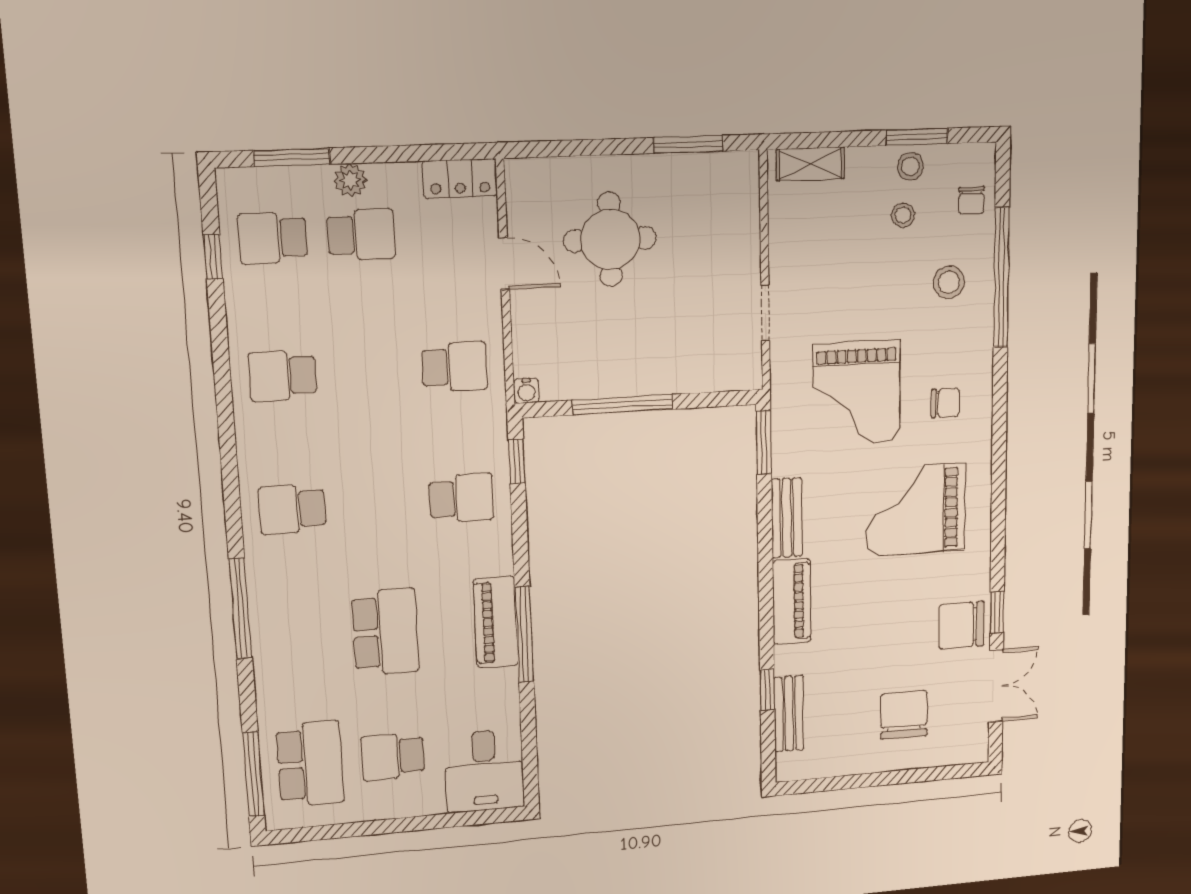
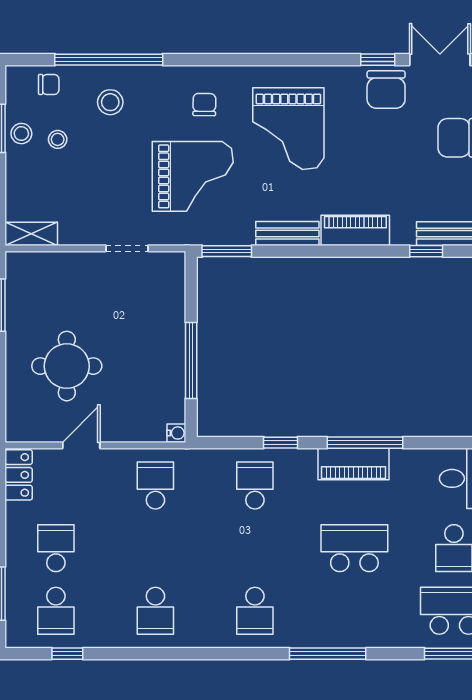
shelving: (810, 164) -> (31, 234), moved, turned 90
plant: (350, 180) -> (17, 553), removed
window: (517, 461) -> (281, 443), moved

